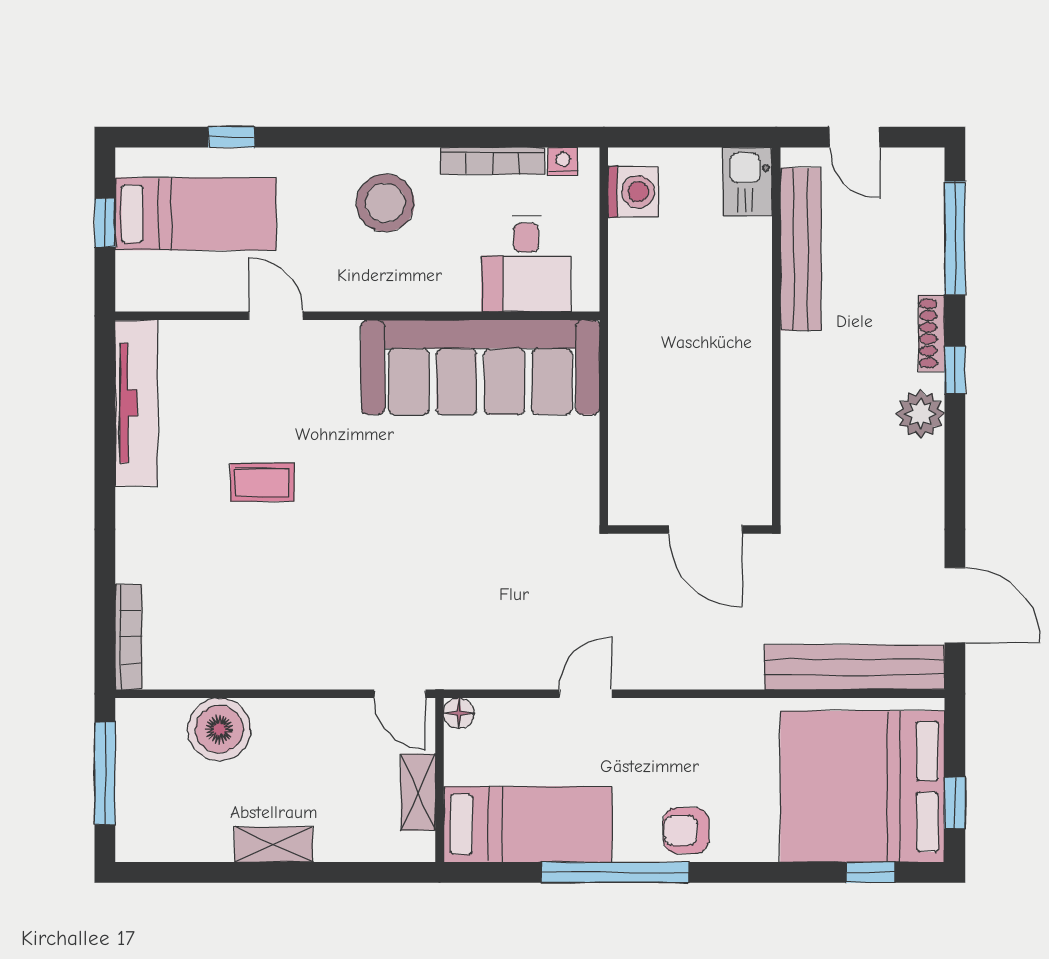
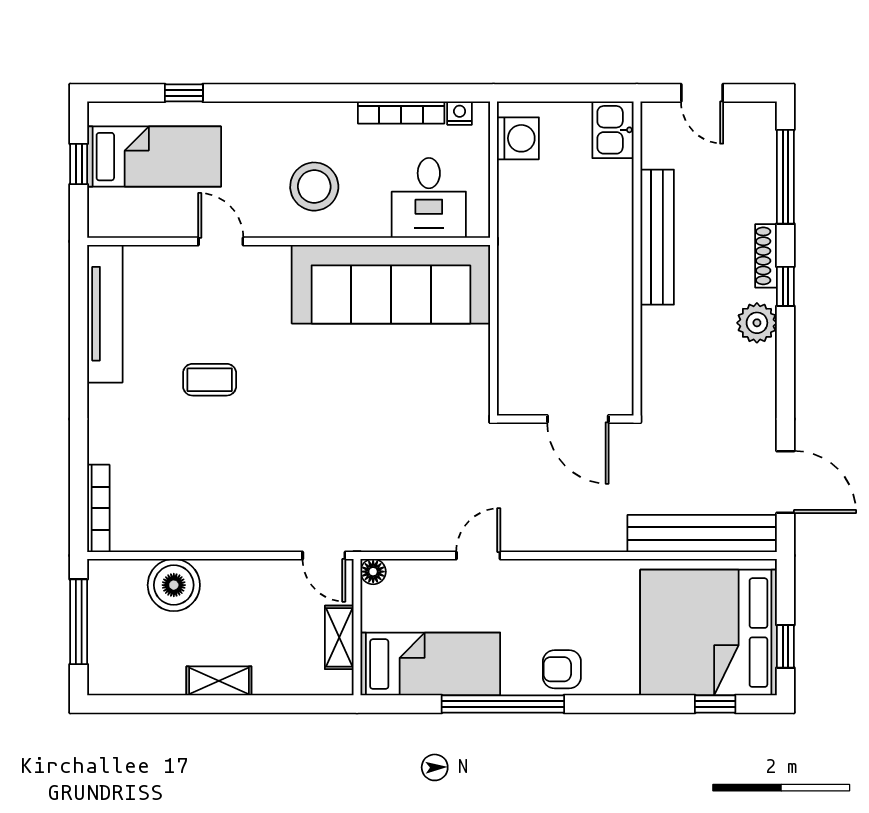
stool: (385, 203) -> (314, 187), moved
bench: (801, 249) -> (657, 237), moved

